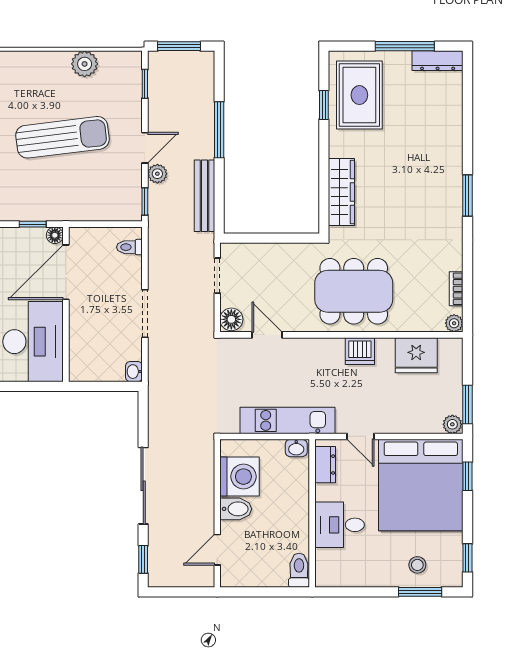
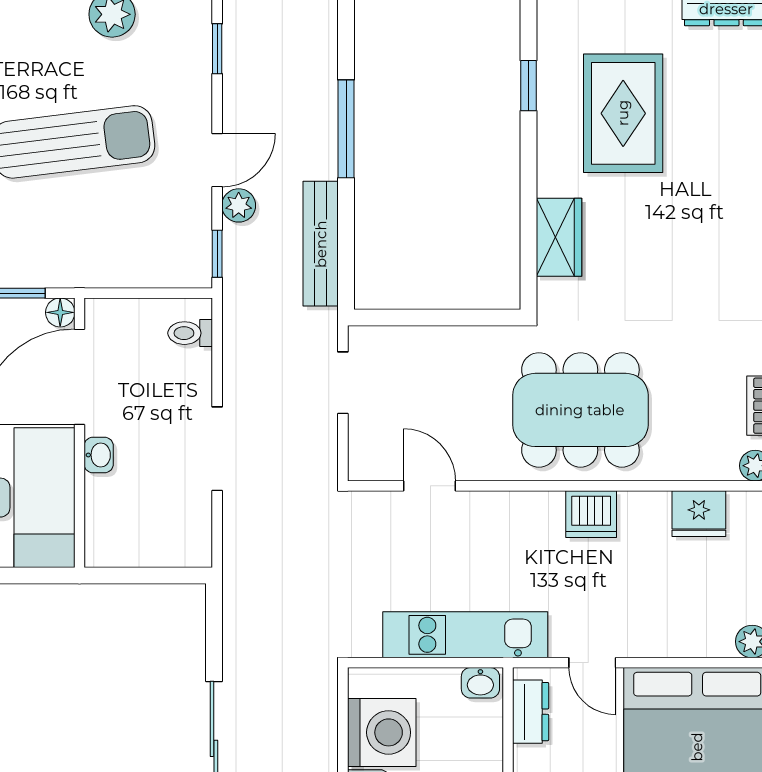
rug: (359, 95) -> (623, 113), moved
wardrobe: (341, 192) -> (559, 237), width x0.67
floor lamp: (231, 319) -> (367, 459), removed
fridge: (416, 355) -> (699, 514), width x0.73, depth x0.75
washbasin: (134, 372) -> (99, 455), moved, turned 180

